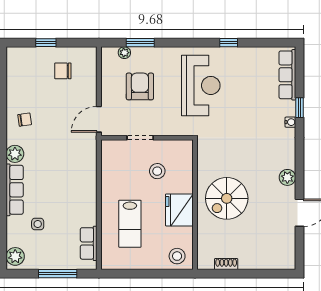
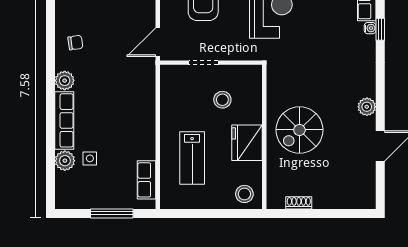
water cooler: (290, 122) -> (370, 28), moved
plant: (15, 256) -> (65, 161), moved

